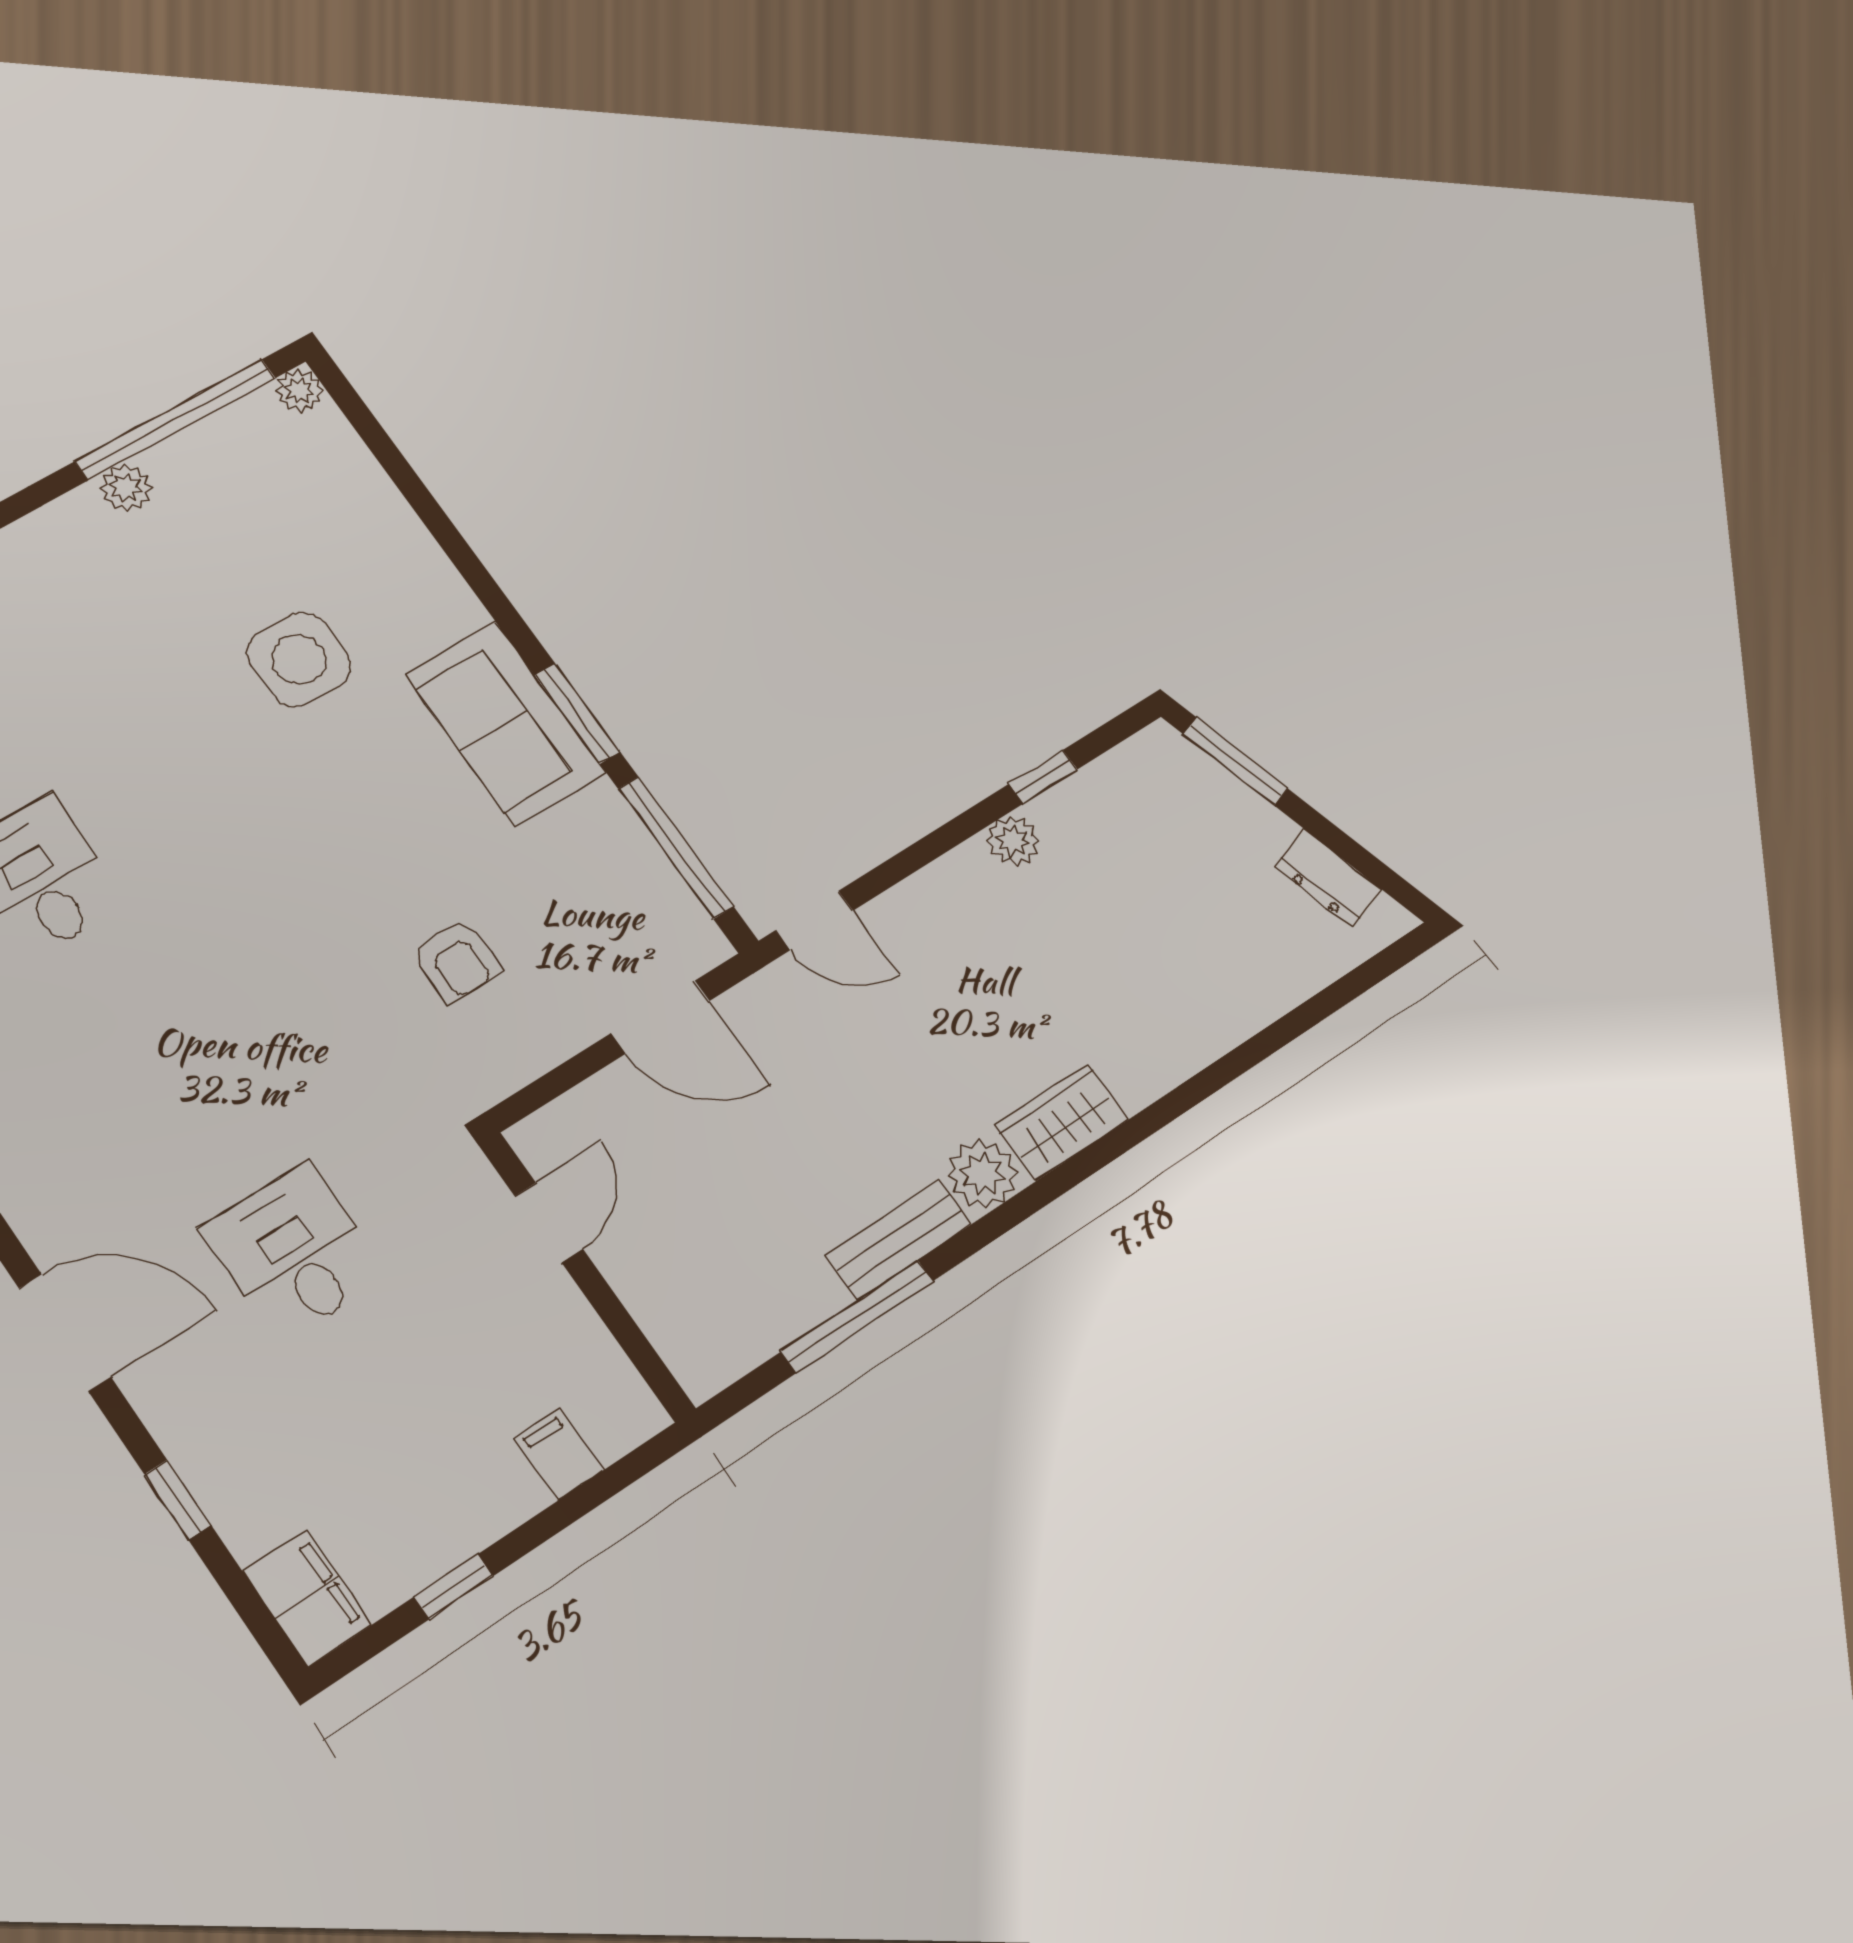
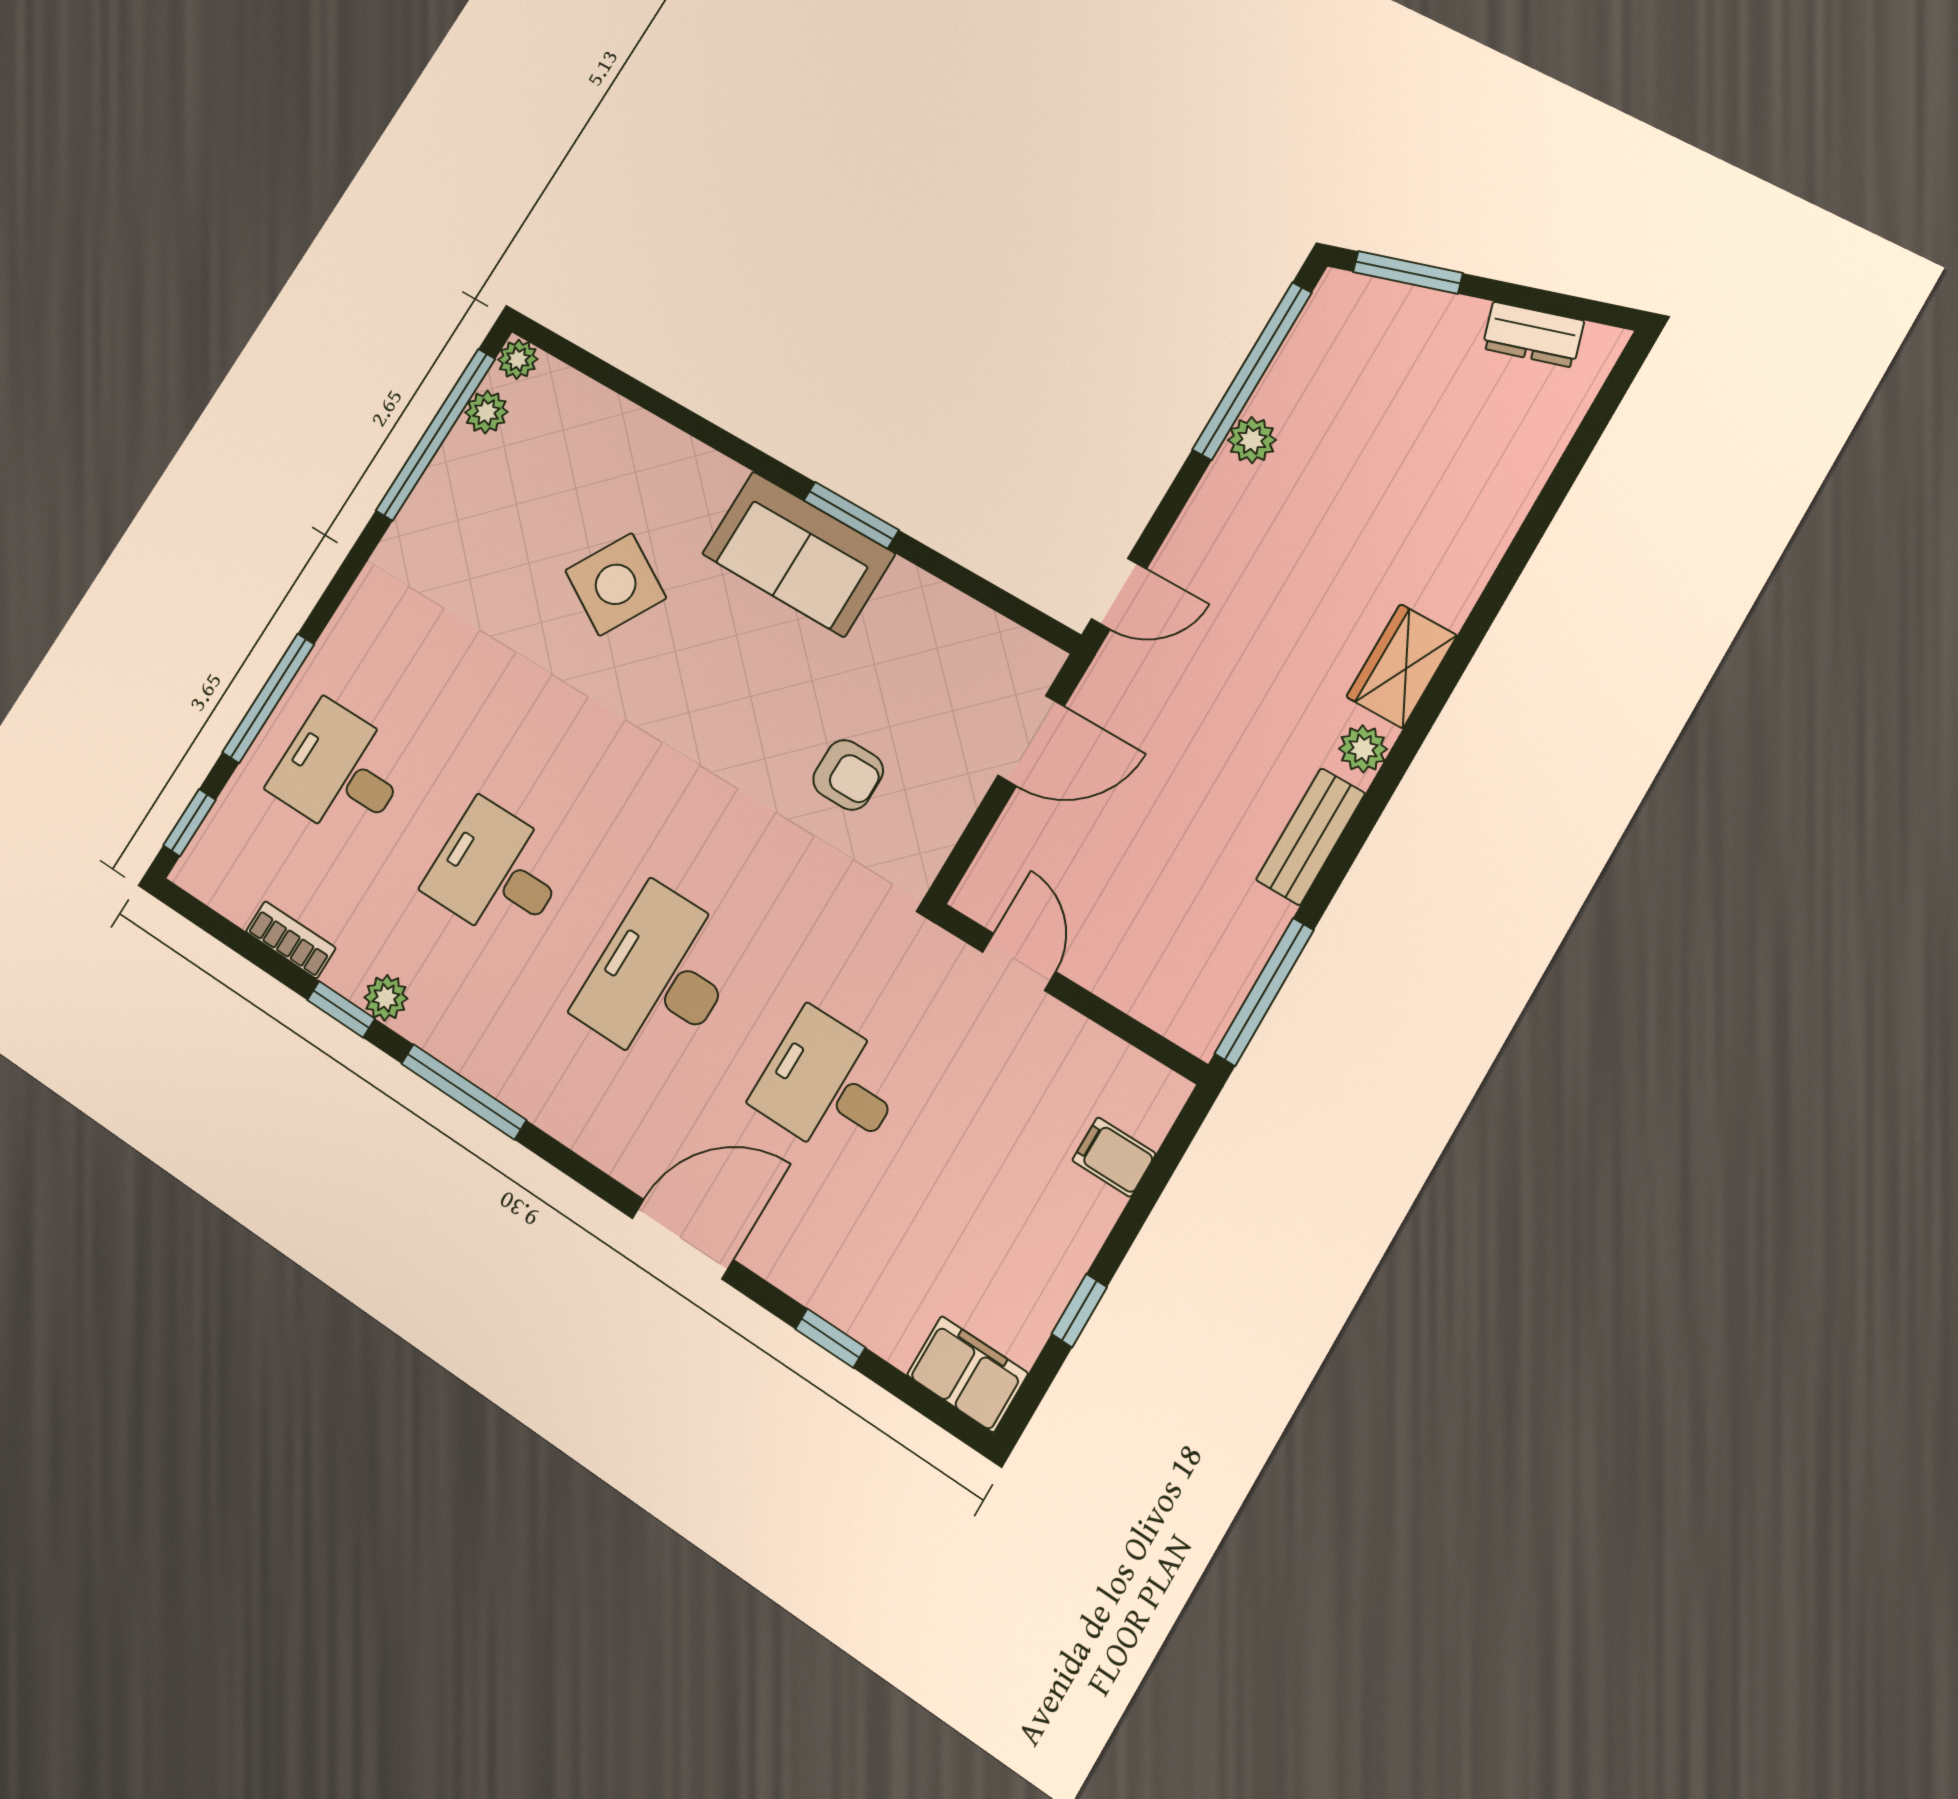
plant: (126, 488) -> (486, 412), moved
side table: (299, 659) -> (616, 584), turned 30
window: (1043, 777) -> (1252, 371), width x3.17
window: (676, 848) -> (979, 589), removed
desk: (163, 1064) -> (660, 977), added
plant: (982, 1174) -> (1363, 749), width x0.73, depth x0.73
window: (857, 1316) -> (1264, 992), moved

